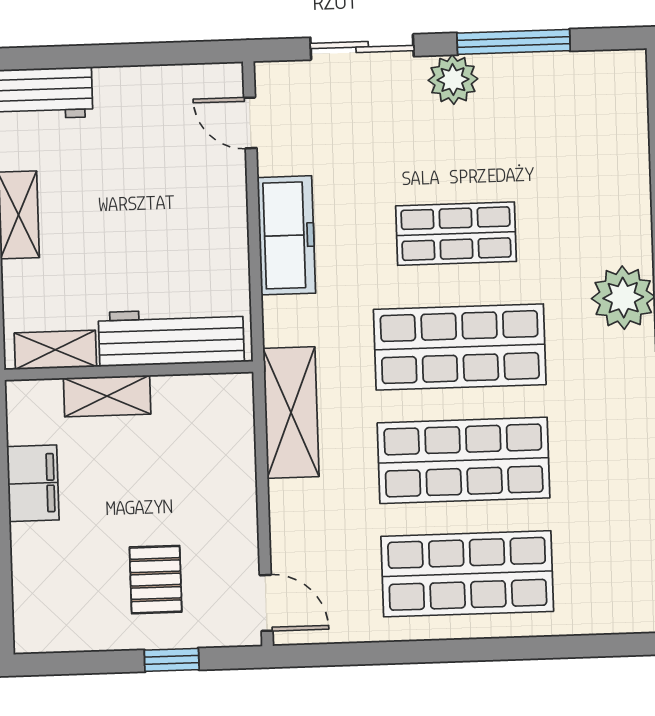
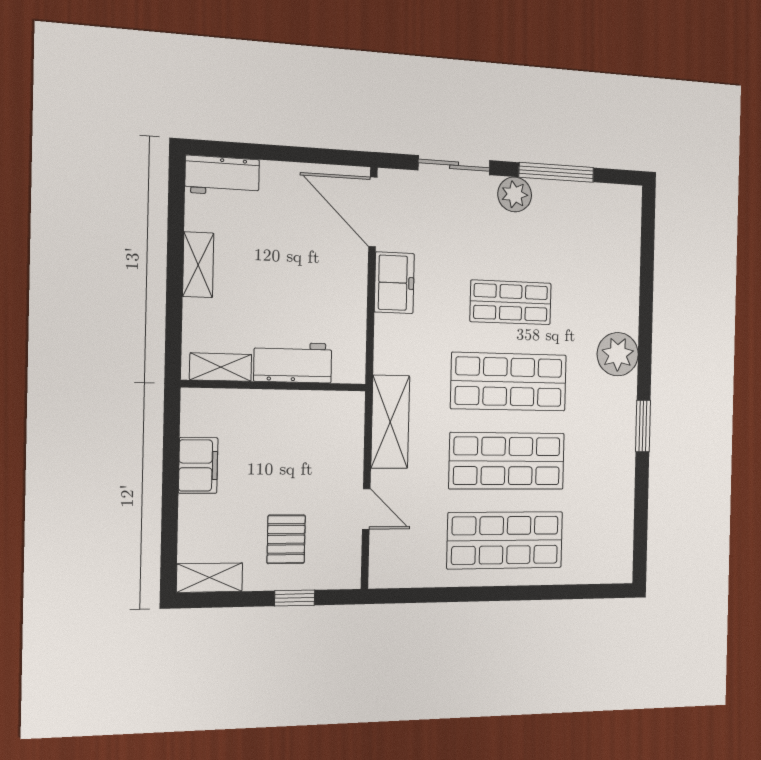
door: (250, 123) -> (373, 212), width x1.87
freezer: (286, 235) -> (394, 283), width x0.71
workbench: (171, 337) -> (293, 362), width x0.73
shelving: (107, 396) -> (210, 578), moved
door: (266, 603) -> (366, 509), moved

